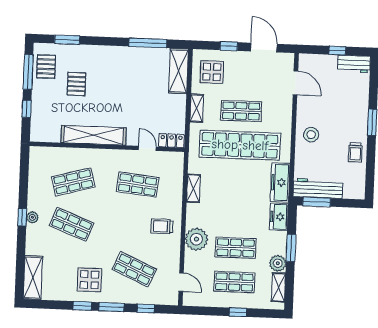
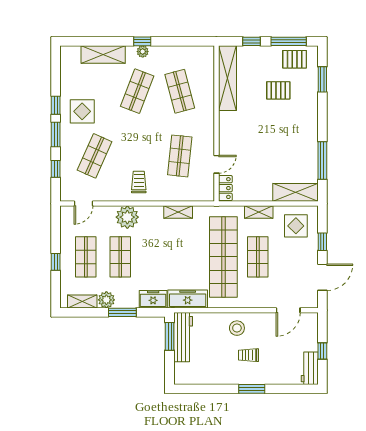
shelving: (94, 135) -> (227, 78), moved
trolley: (355, 152) -> (248, 355), moved
shelving: (33, 278) -> (103, 54), moved

